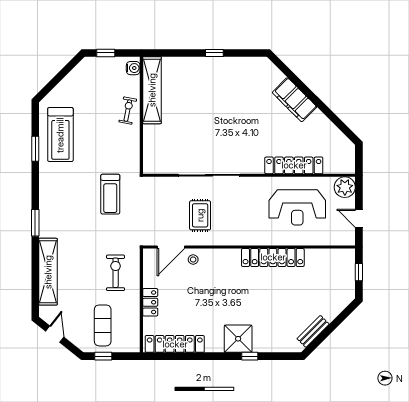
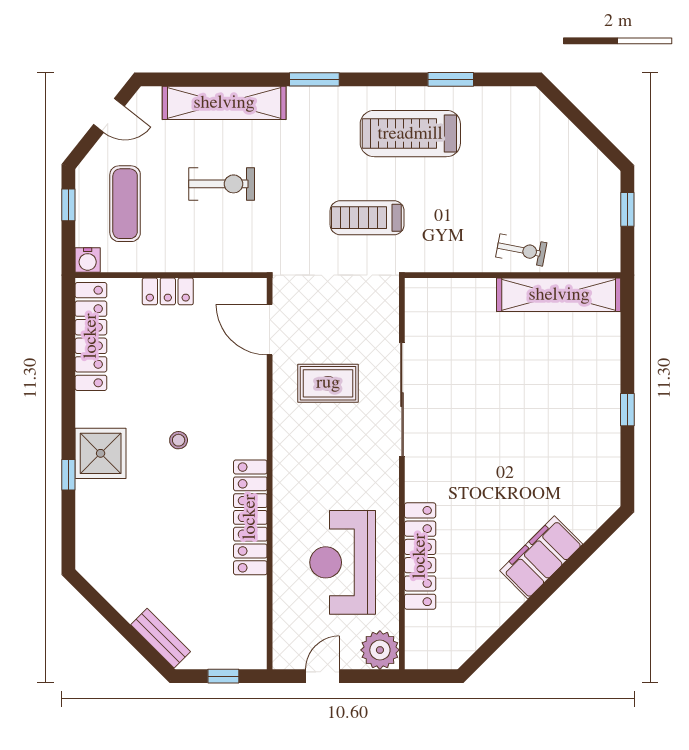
water cooler: (133, 68) -> (88, 260), moved
treadmill: (60, 135) -> (410, 134), moved
stool: (193, 260) -> (179, 440), moved
exercise bike: (116, 273) -> (222, 184), moved
exercise mat: (103, 325) -> (125, 204), turned 90
bench: (313, 331) -> (161, 638), moved

